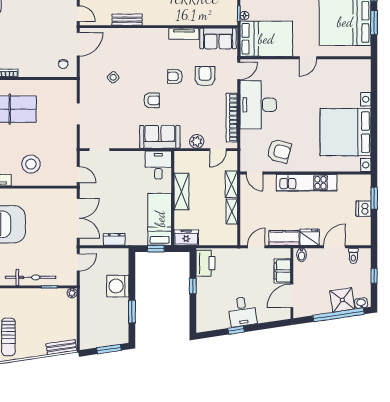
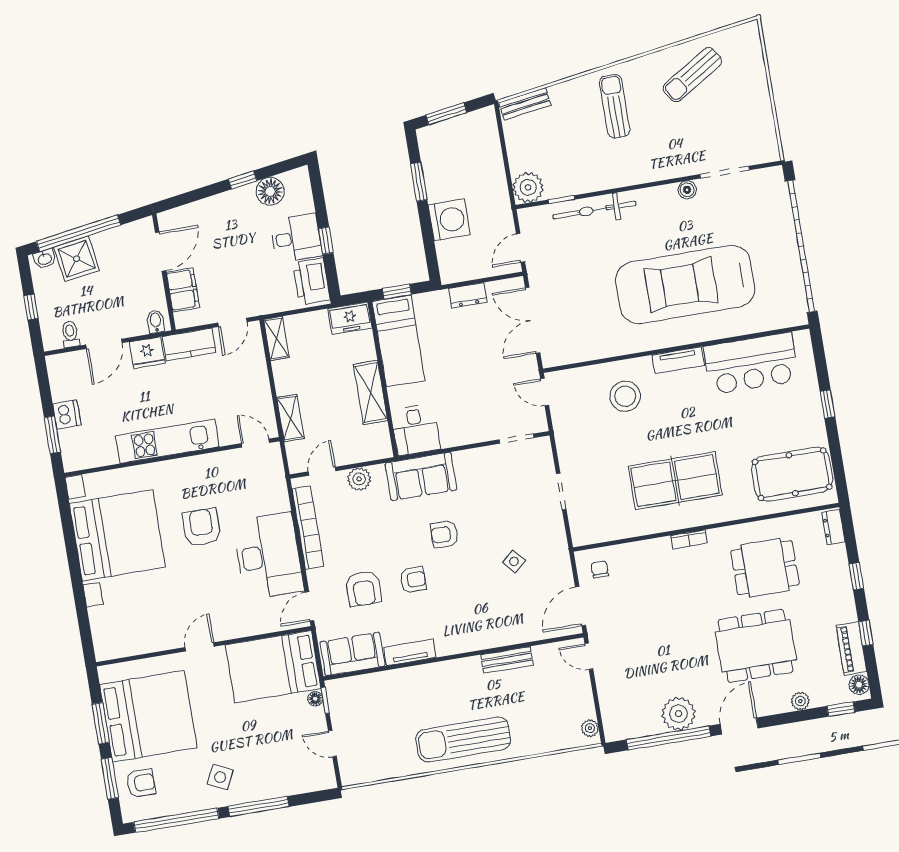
armchair: (279, 151) -> (202, 527), moved, turned 75
shelving: (232, 211) -> (276, 338), moved
plant: (72, 293) -> (528, 187), width x1.87, depth x1.87
desk: (242, 312) -> (296, 238), moved, turned 98
floor lamp: (221, 321) -> (270, 191), added

